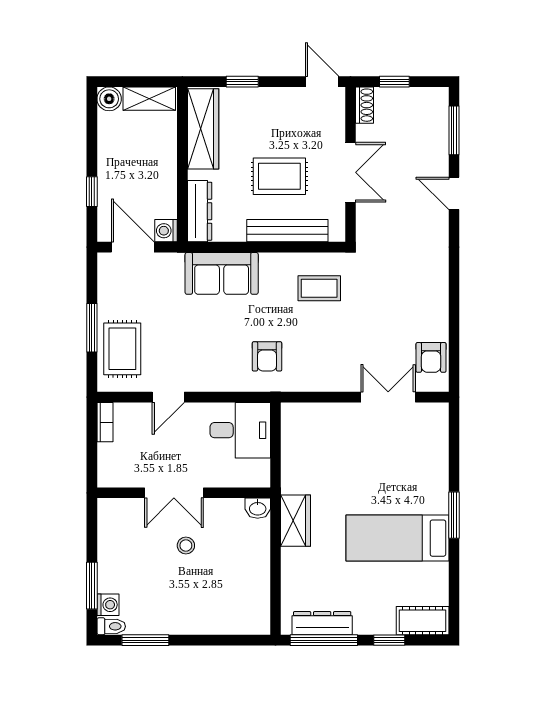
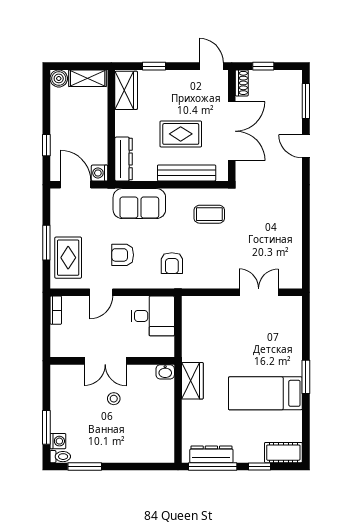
wardrobe: (203, 129) -> (126, 90), width x0.67
double door: (351, 172) -> (232, 131), width x1.37
armchair: (431, 357) -> (123, 255), moved, turned 90

